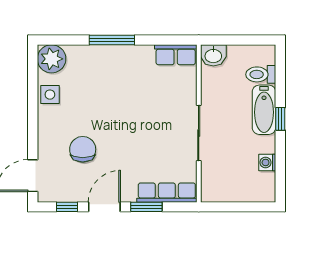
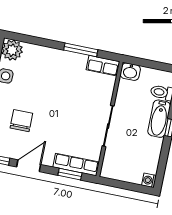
window: (112, 40) -> (81, 50), moved
washing machine: (267, 162) -> (149, 180), moved
window: (146, 207) -> (70, 174), moved

